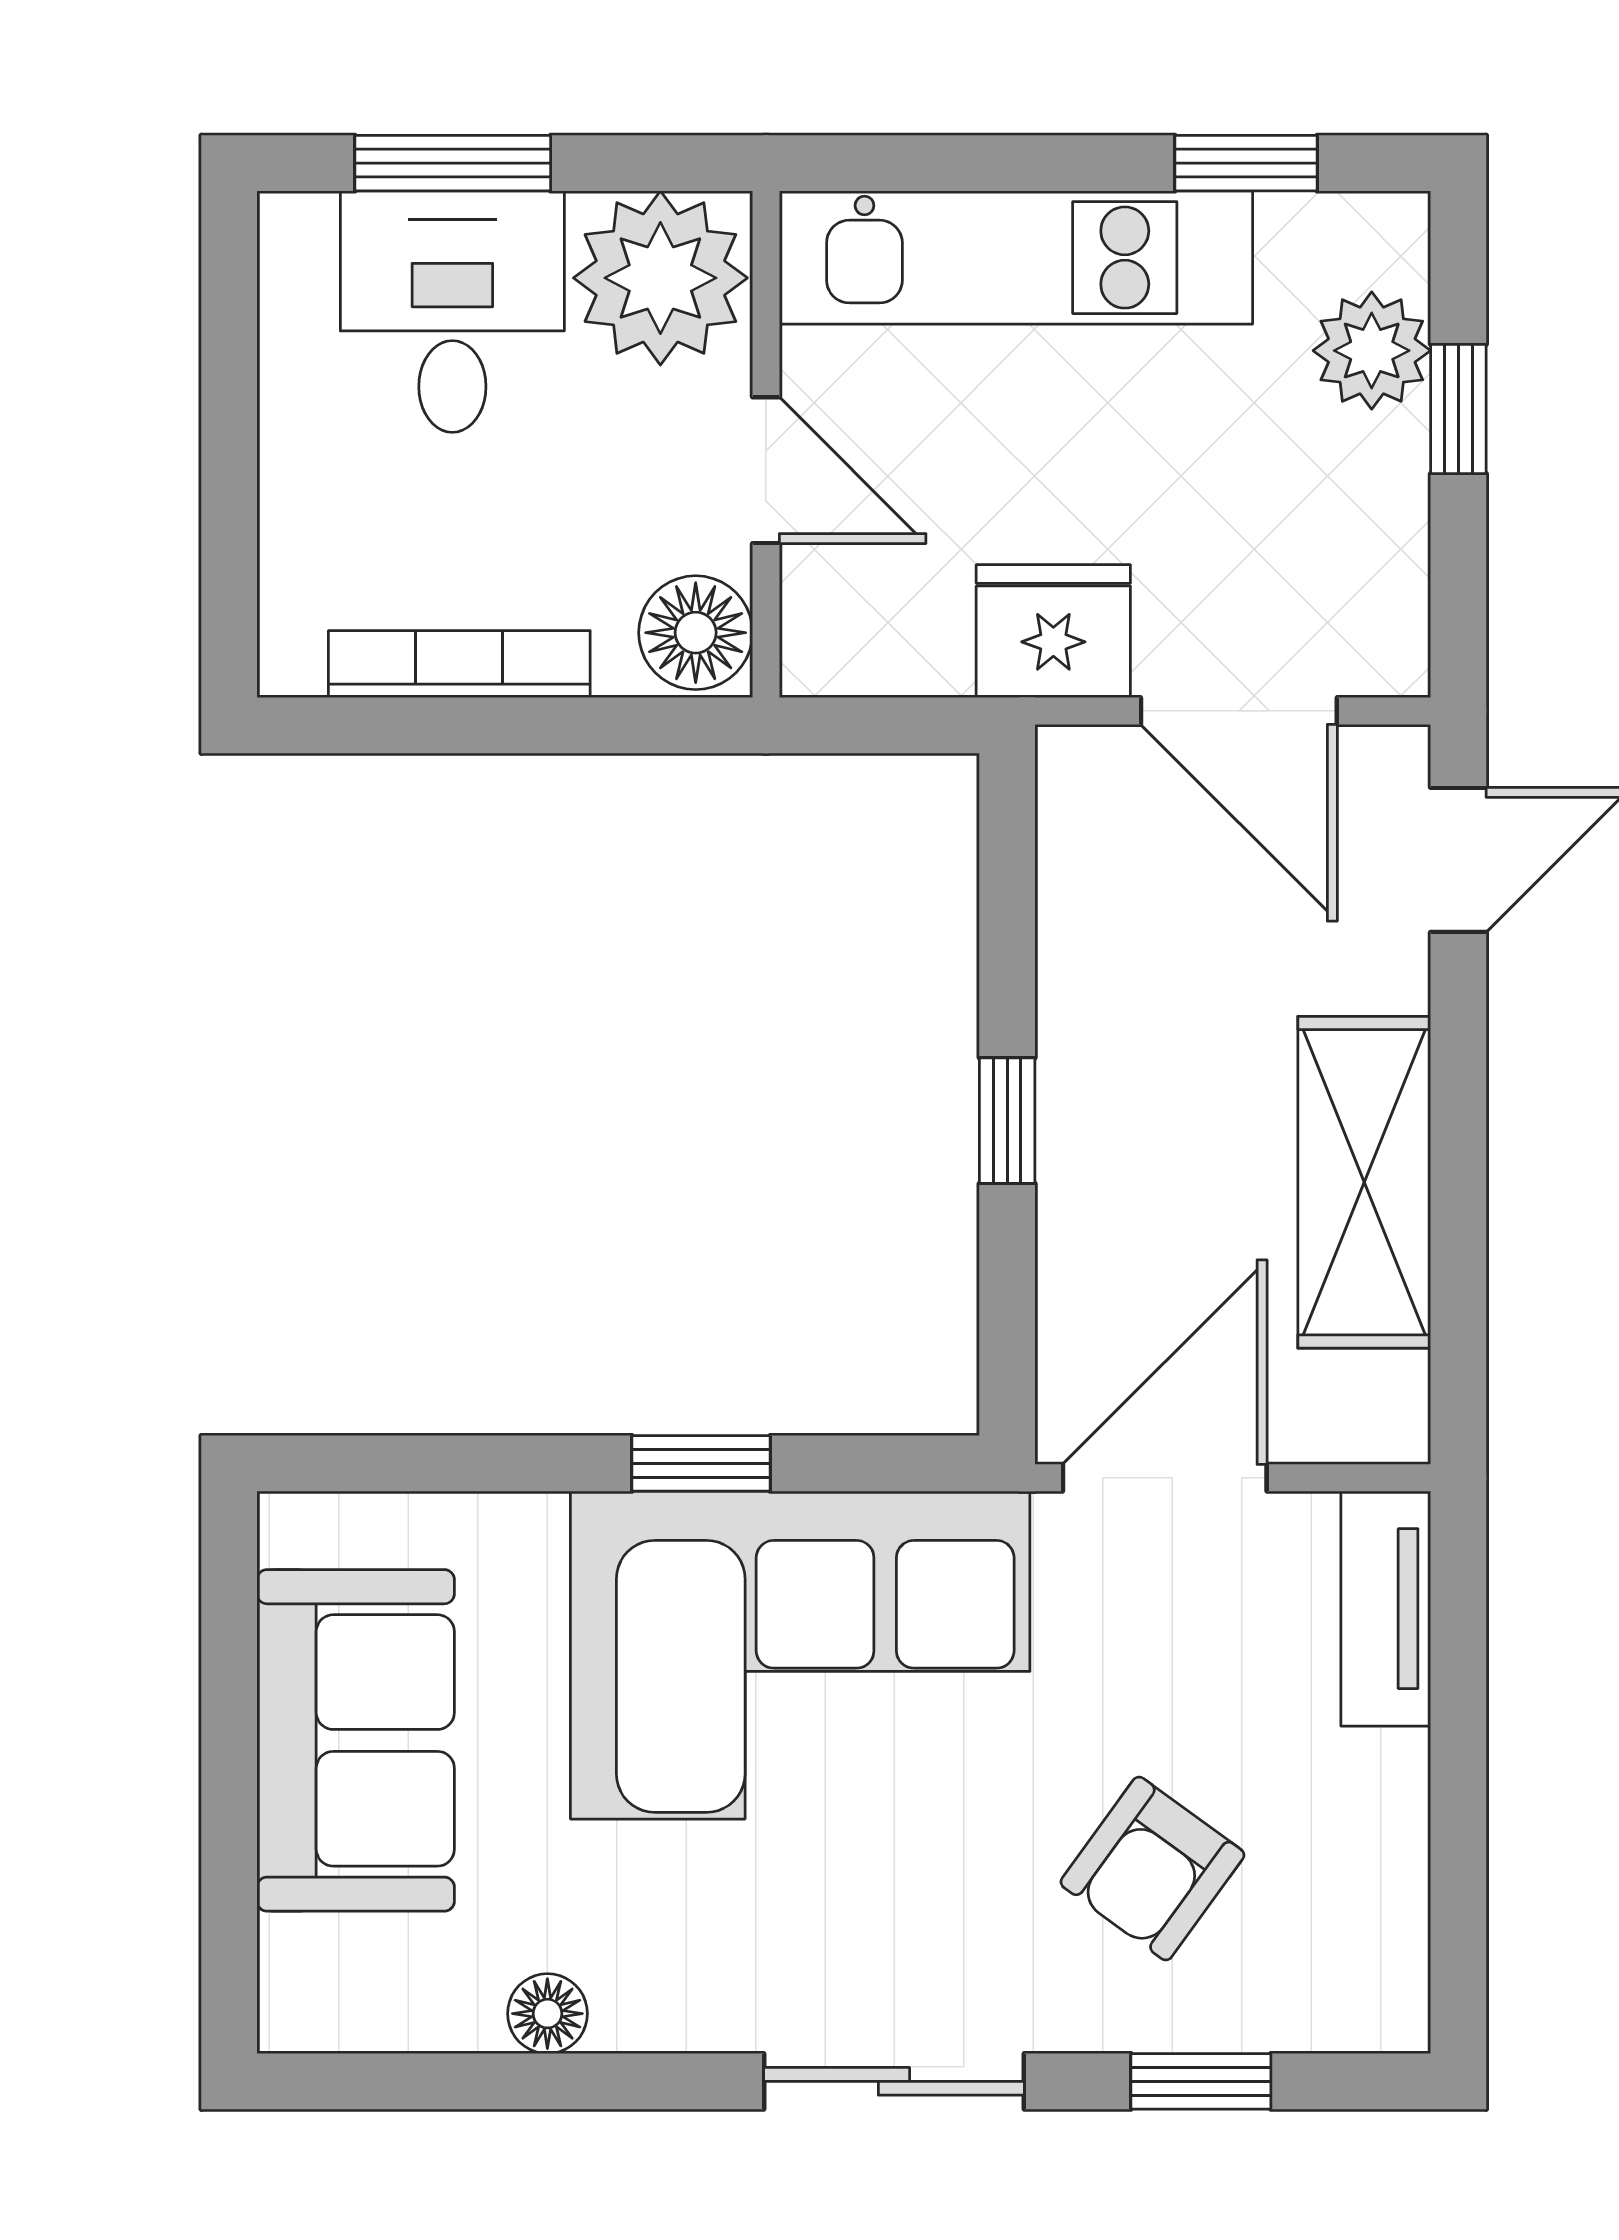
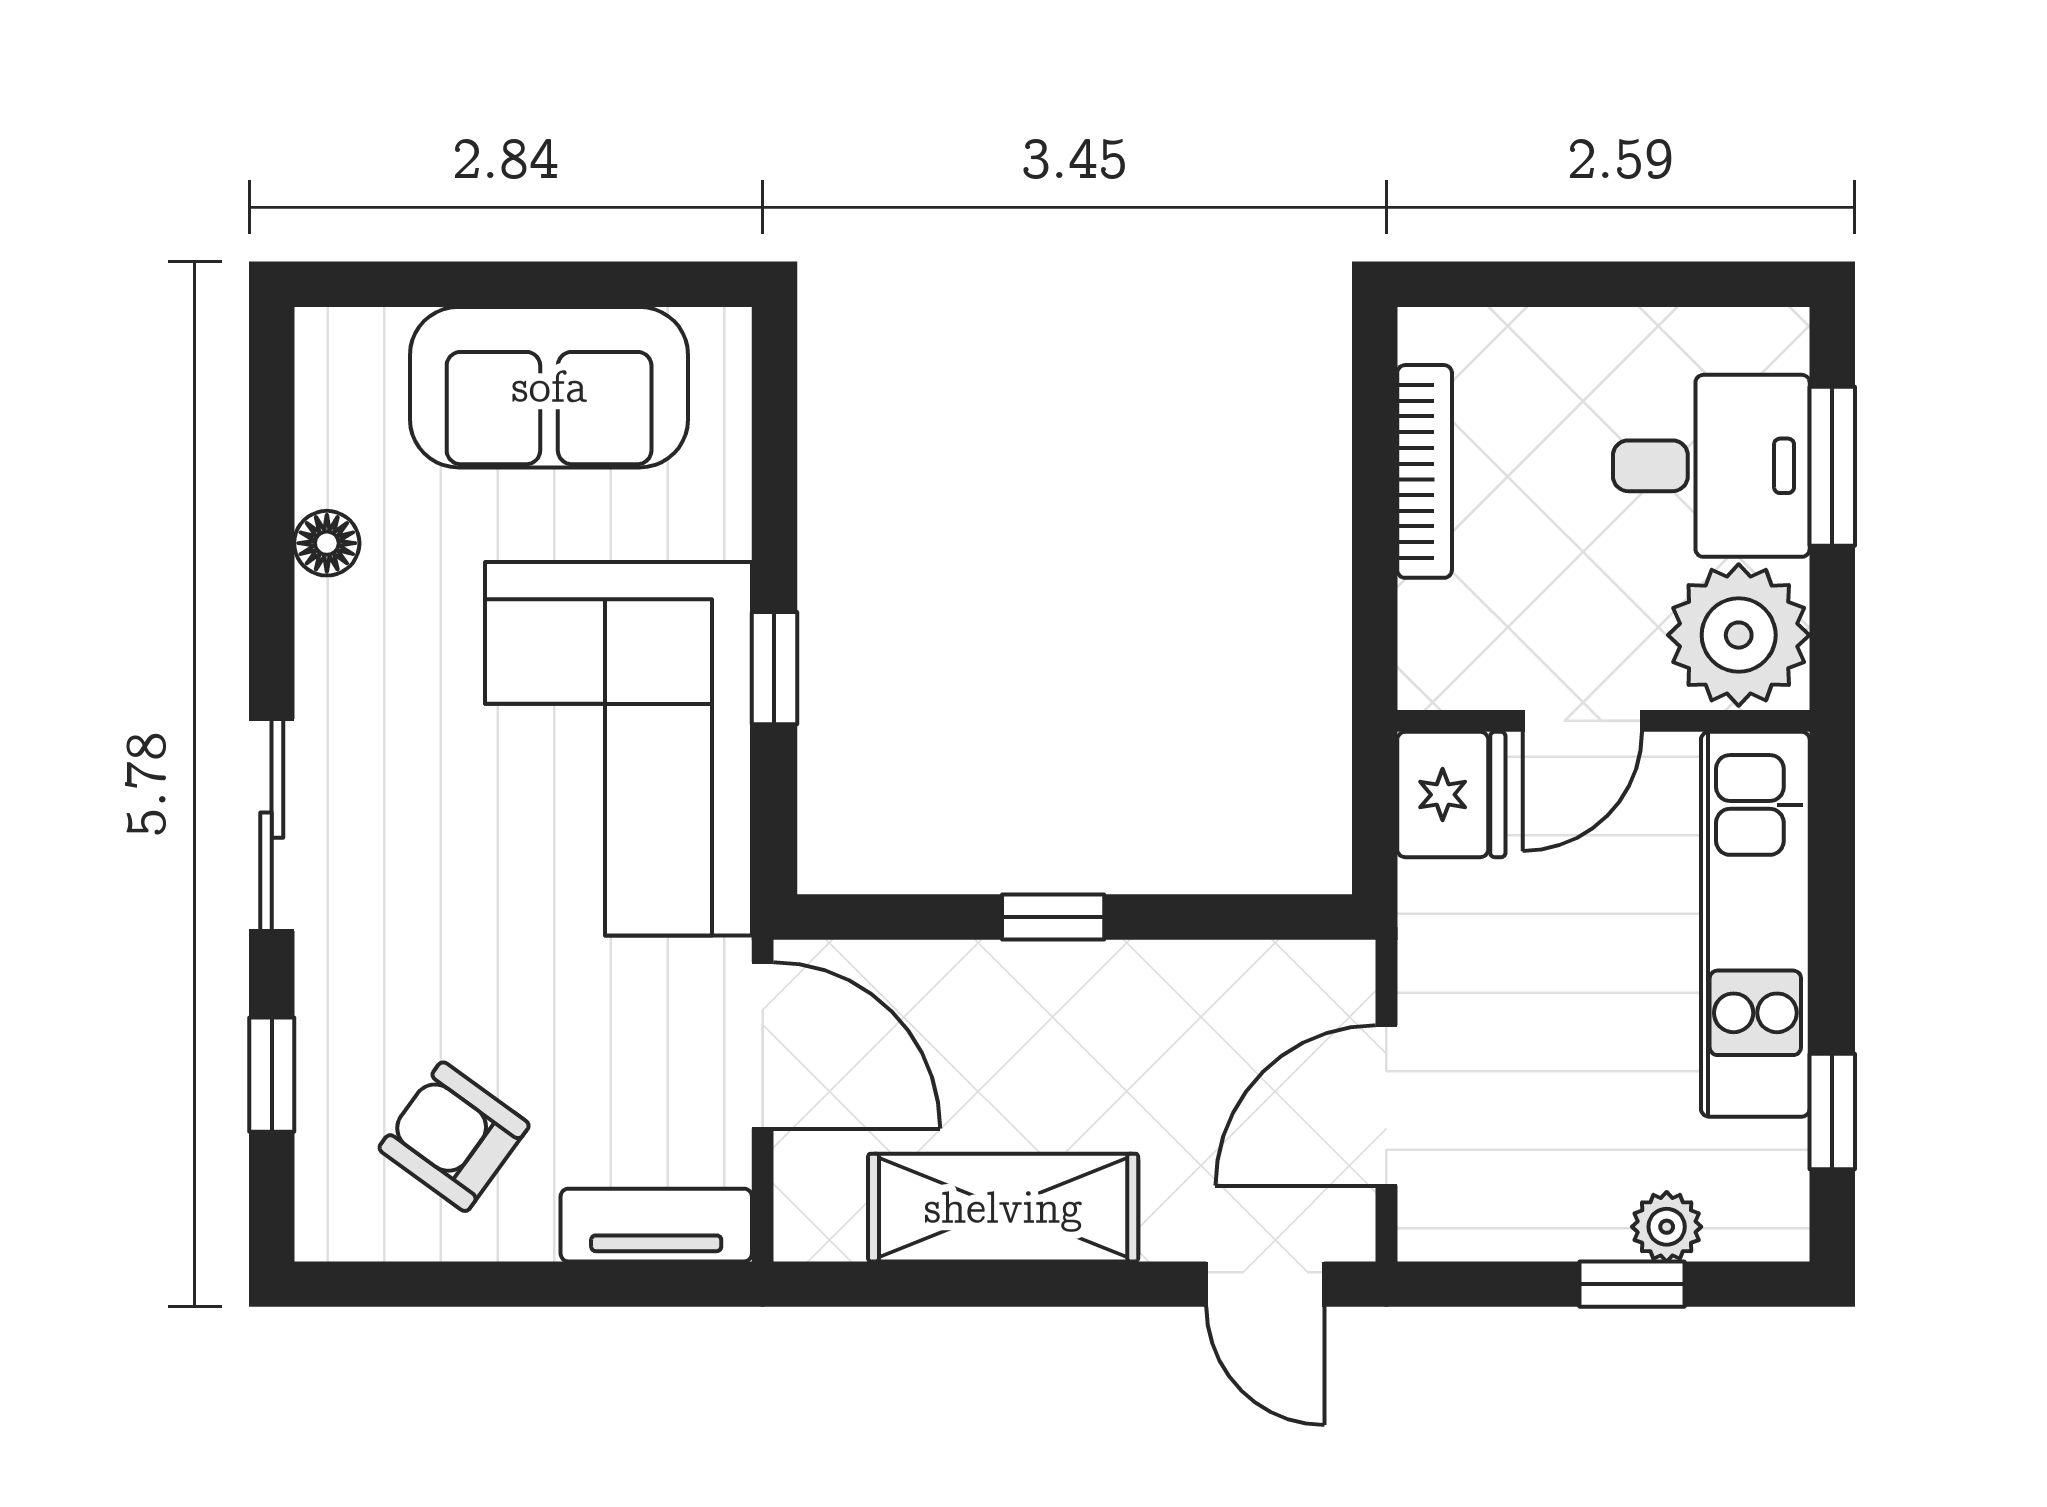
plant: (1372, 351) -> (1667, 1227), width x0.73, depth x0.73
fridge: (1053, 631) -> (1451, 795), moved
floor lamp: (696, 633) -> (1450, 664), removed
armchair: (1152, 1868) -> (454, 1137), moved

